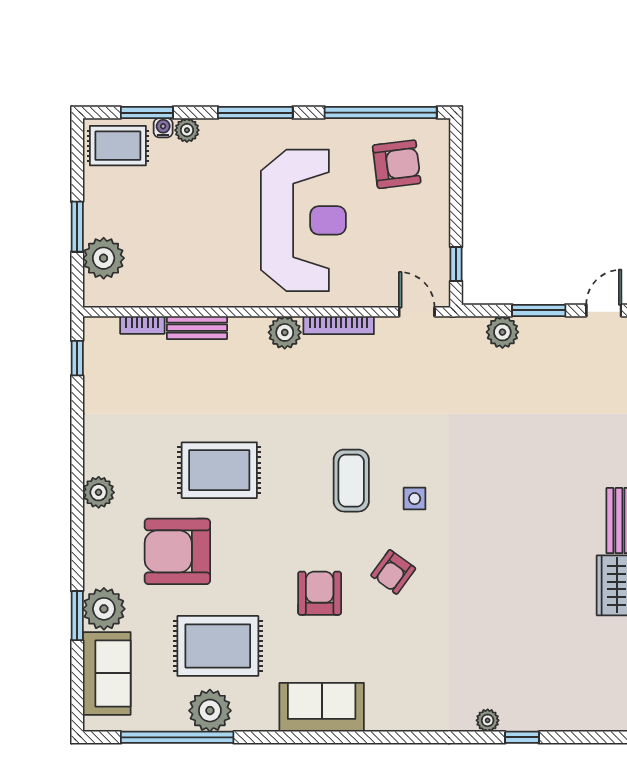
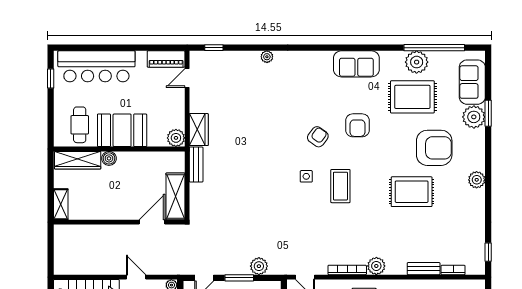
window: (522, 737) -> (214, 48), moved

